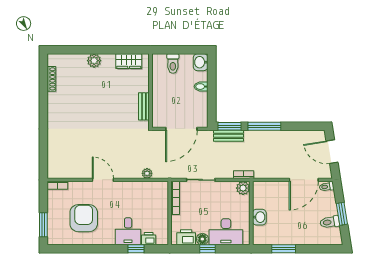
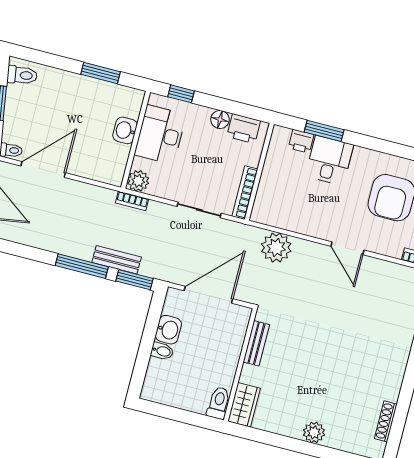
wardrobe: (129, 61) -> (244, 405), moved, turned 90
washbasin: (201, 62) -> (168, 330), moved
toilet: (173, 64) -> (219, 403), moved
bench: (228, 136) -> (117, 260), moved
plant: (147, 173) -> (276, 248), width x1.87, depth x1.87
toilet: (330, 222) -> (22, 75), moved
desk: (226, 232) -> (160, 135), moved, turned -90
window: (136, 249) -> (324, 131), width x1.50
window: (208, 249) -> (181, 94), moved

